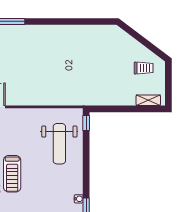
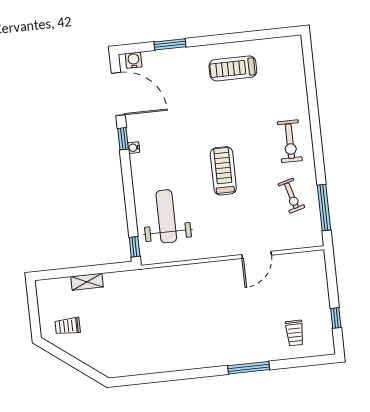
shelving: (148, 100) -> (87, 282), moved

